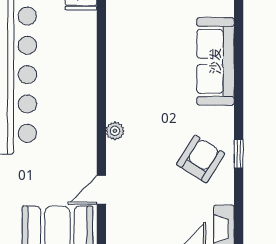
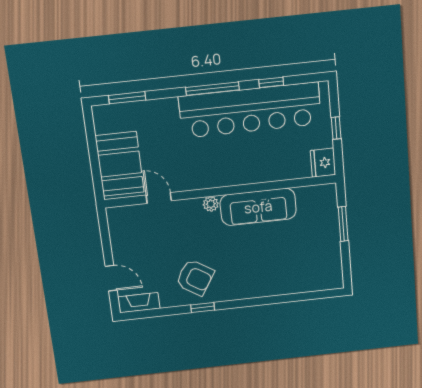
sofa: (215, 61) -> (258, 207), moved, turned 180

